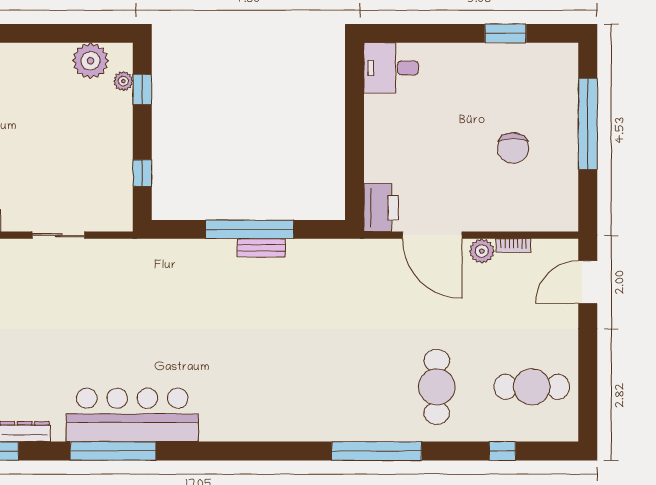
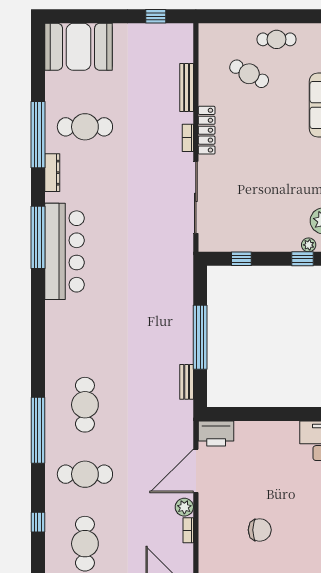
chair: (513, 148) -> (260, 530), turned 180
sliding door: (58, 235) -> (196, 197), width x1.86
bench: (261, 248) -> (187, 382), moved
cafe table: (342, 387) -> (85, 405), added

